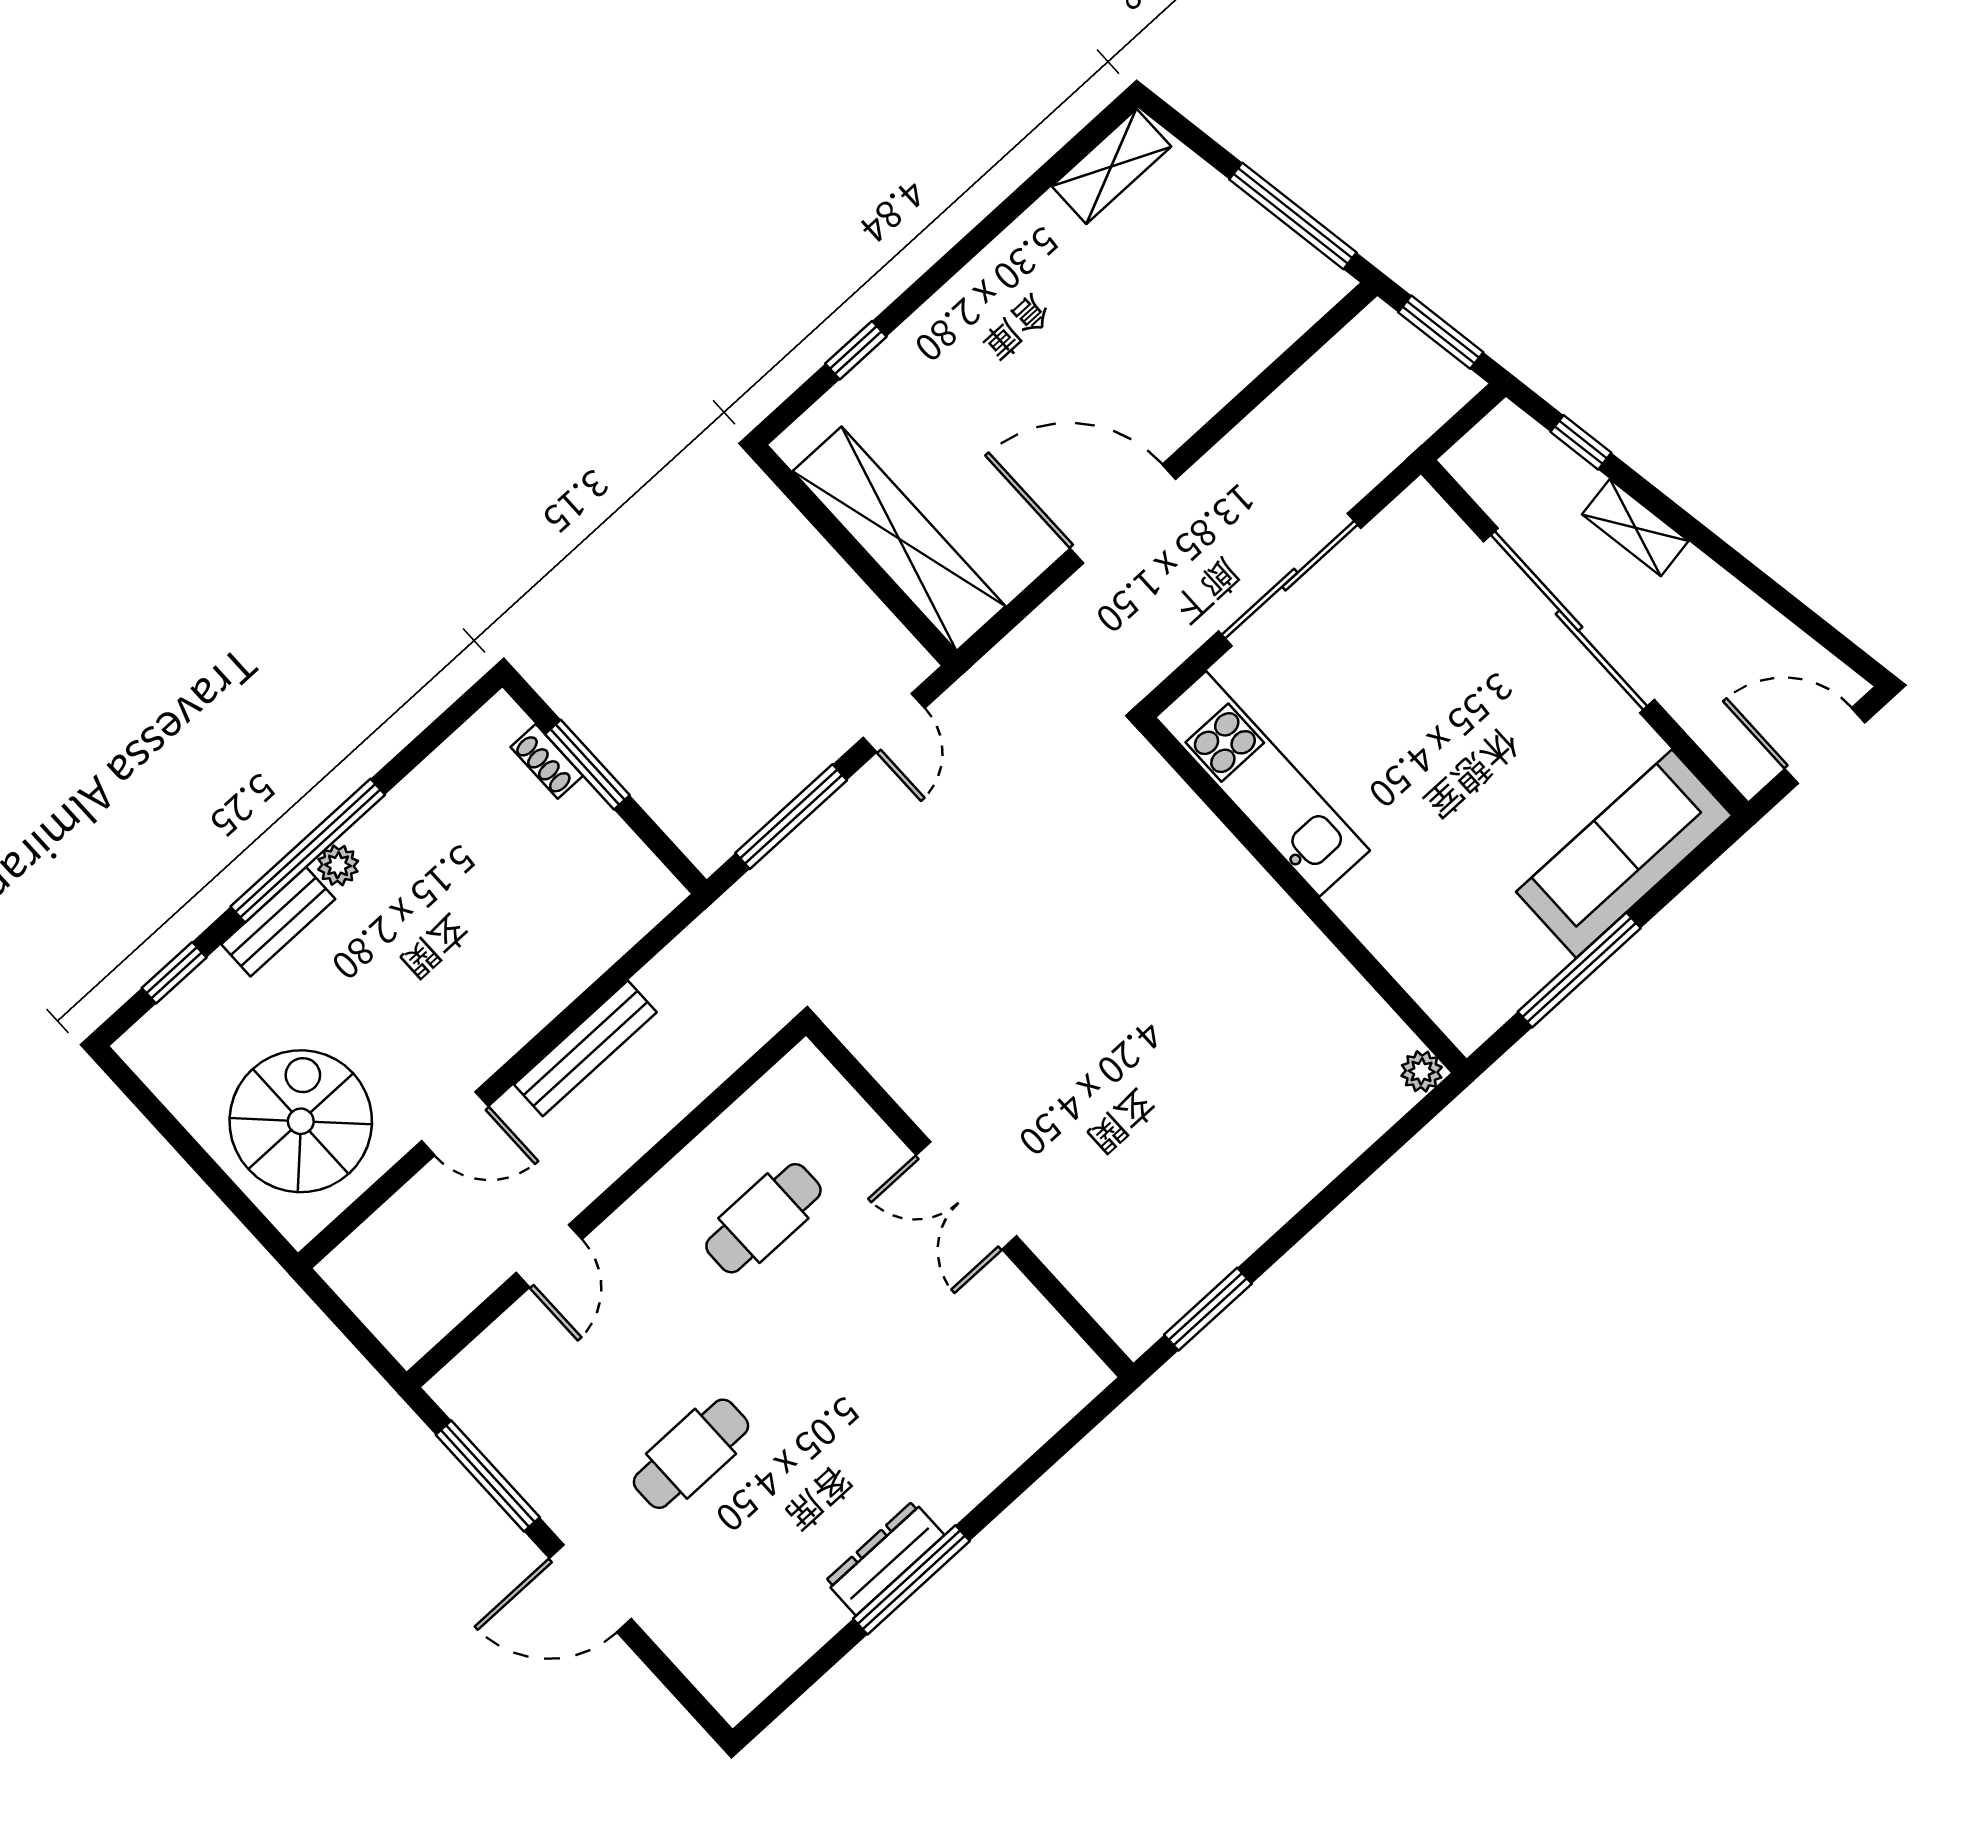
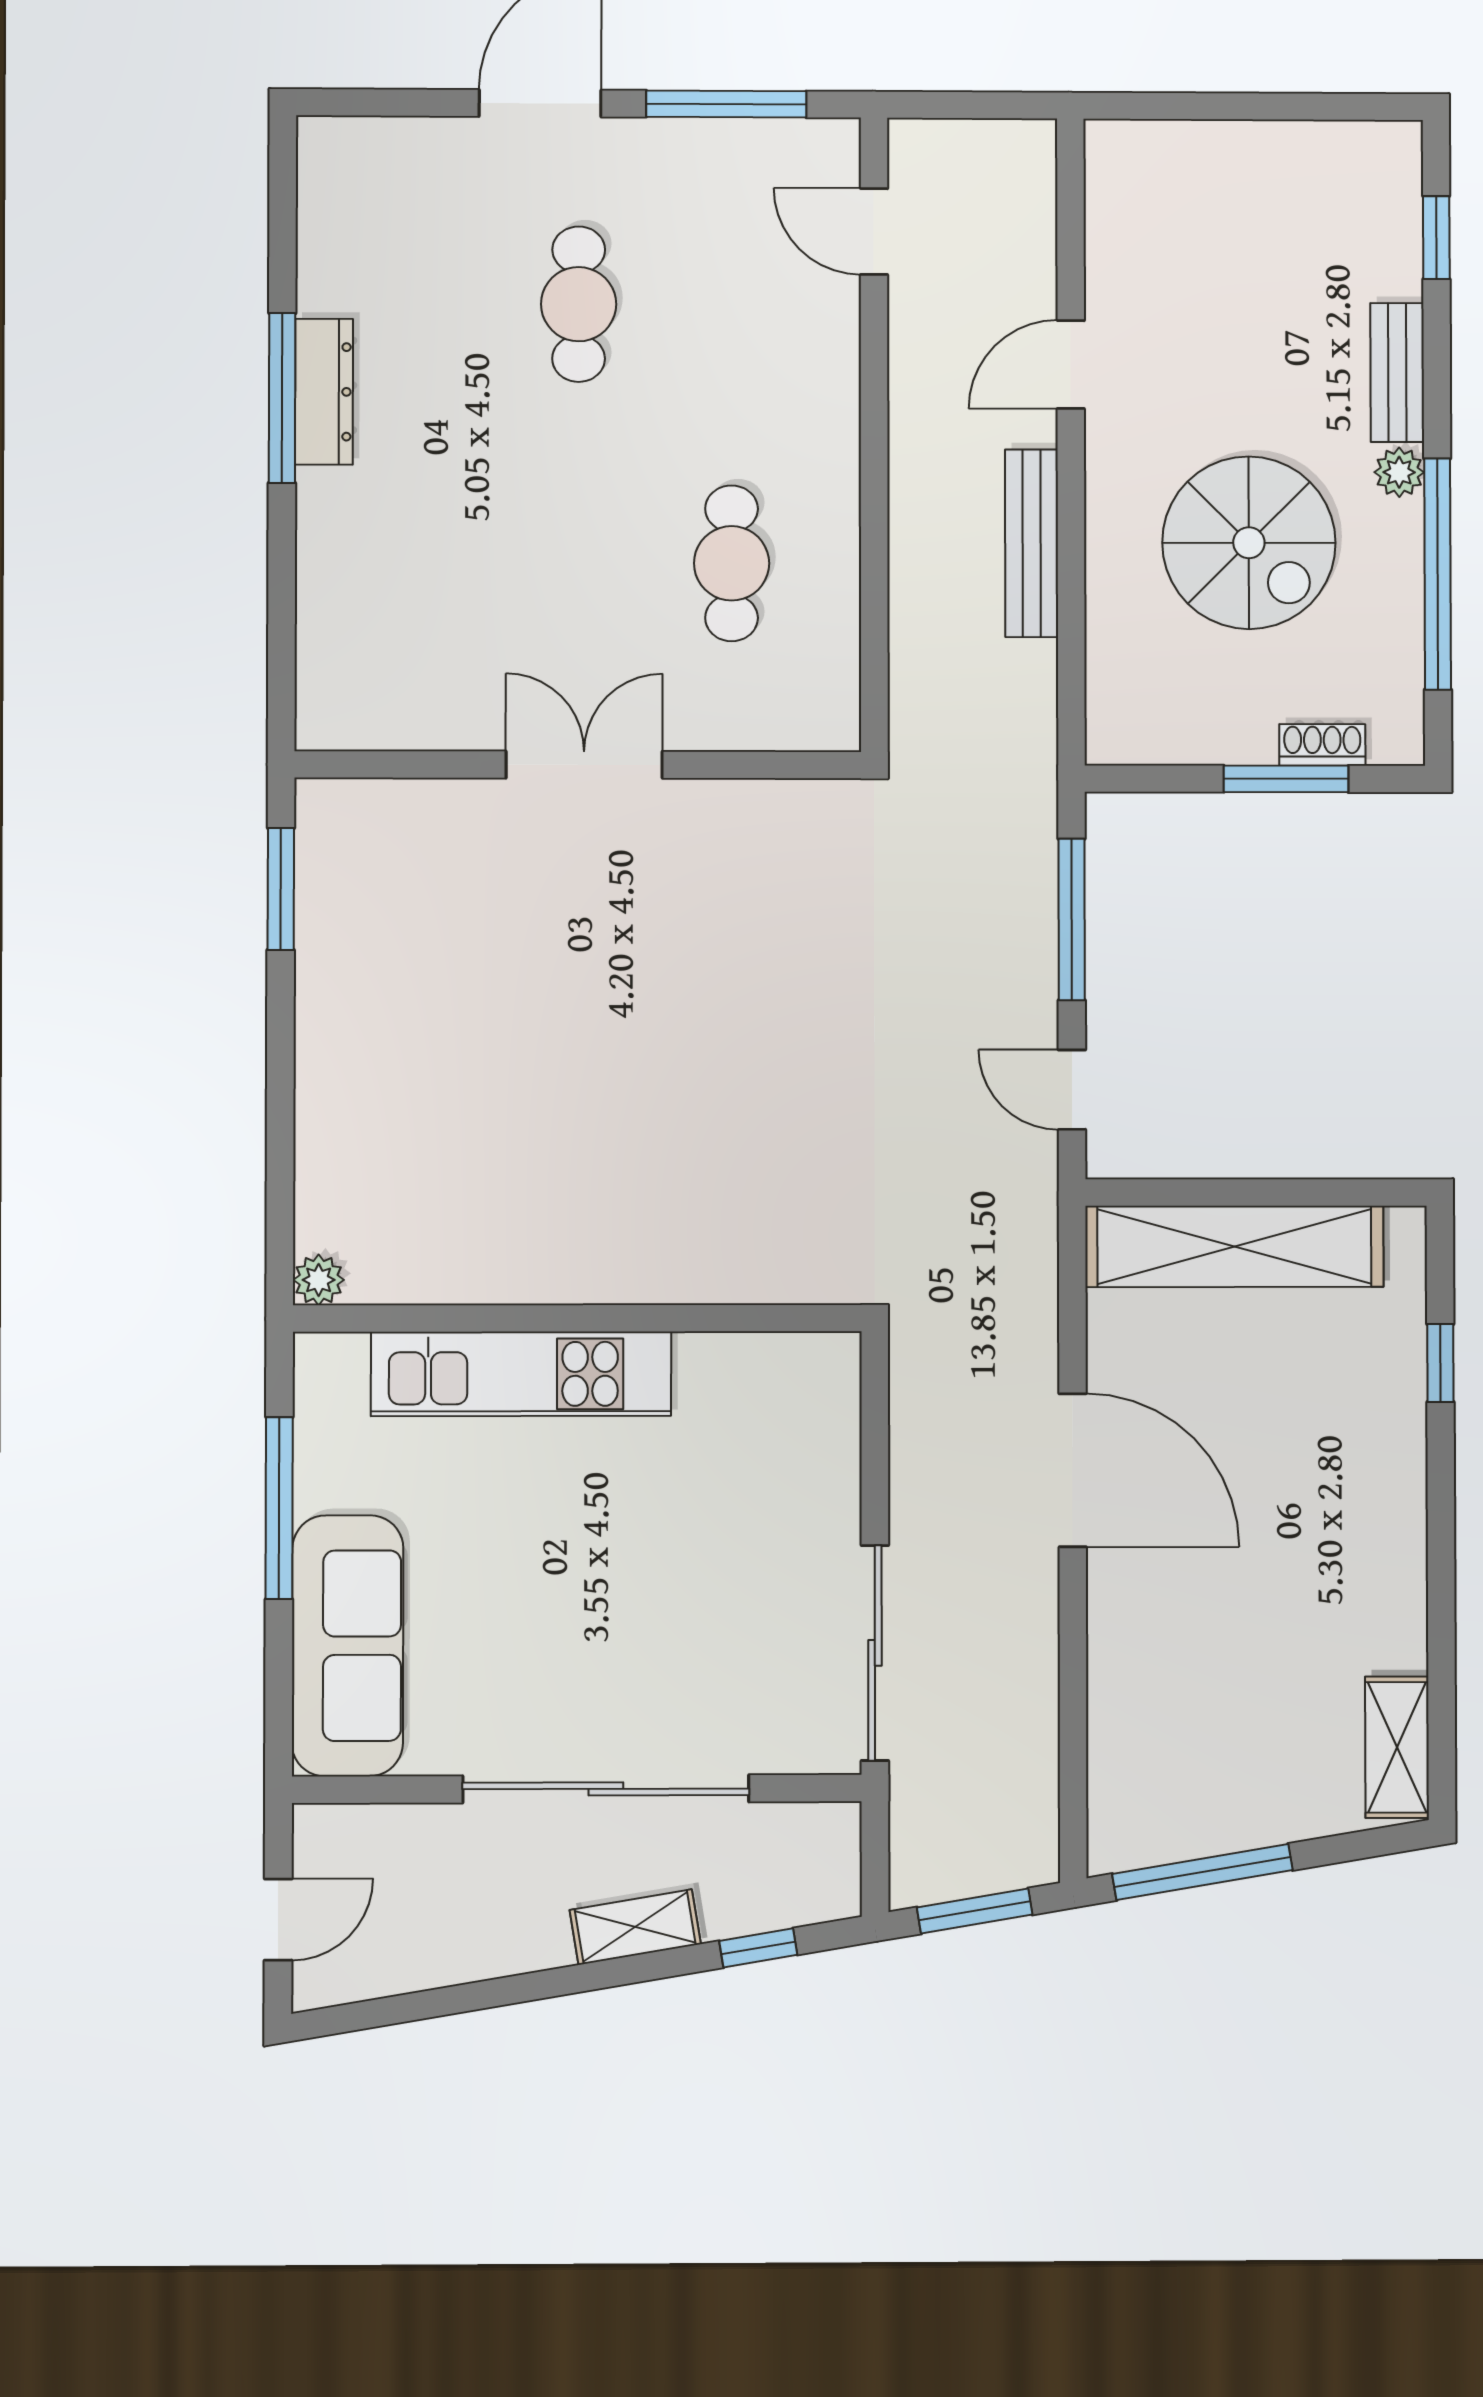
door: (1123, 514) -> (1073, 1470), hinge flipped
sliding door: (1290, 580) -> (875, 1653), moved
door: (1825, 746) -> (278, 1920), width x0.73
kitchen unit: (1263, 784) -> (521, 1374), moved
window: (308, 851) -> (1438, 574), moved
spiral stairs: (301, 1121) -> (1249, 543), moved
door: (549, 1256) -> (874, 231), moved

